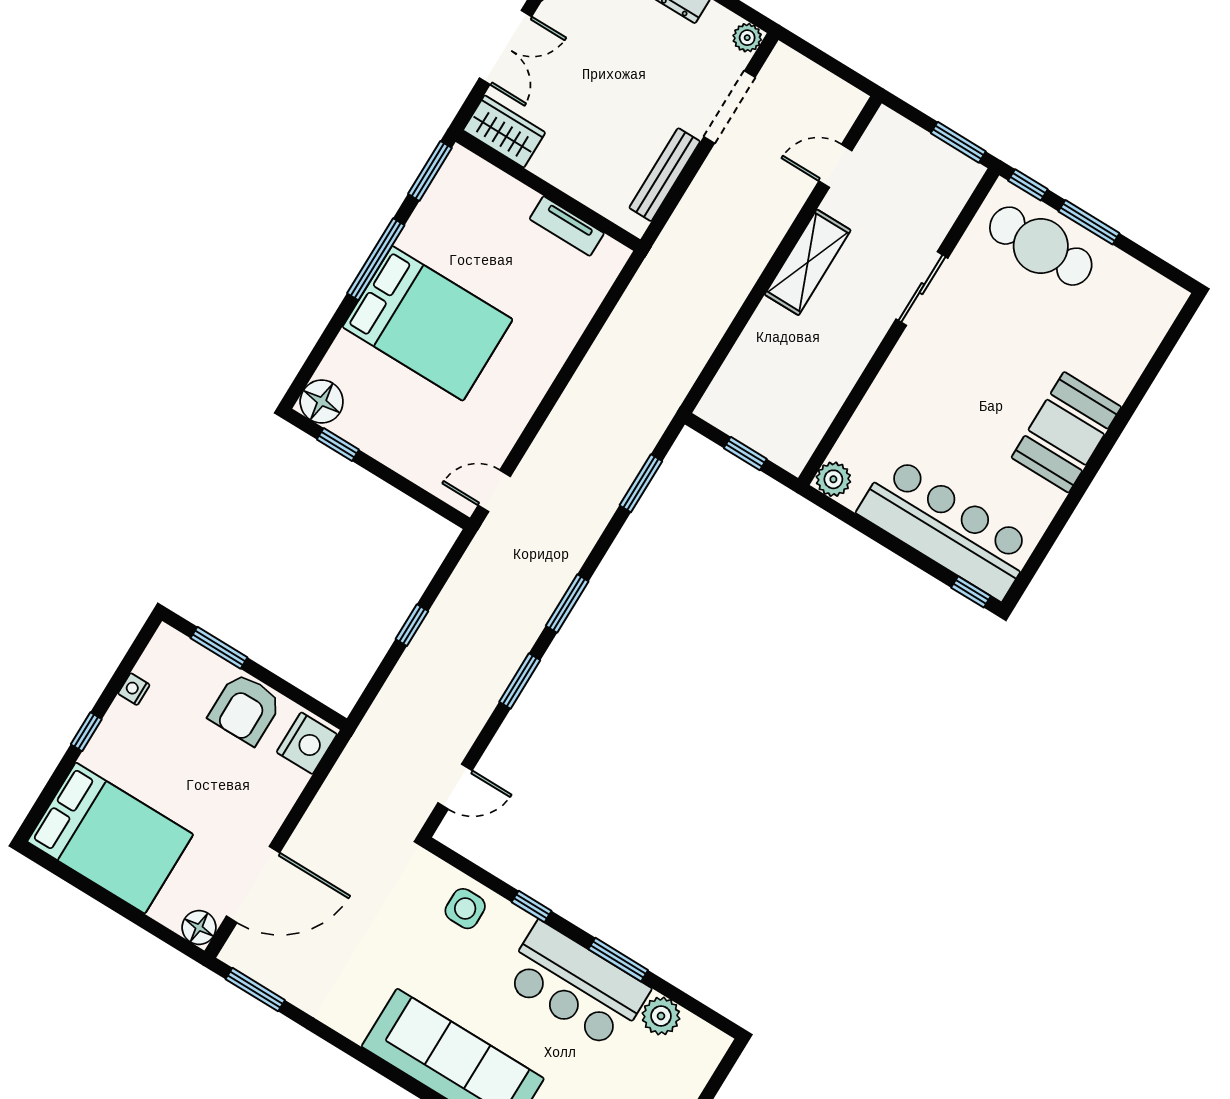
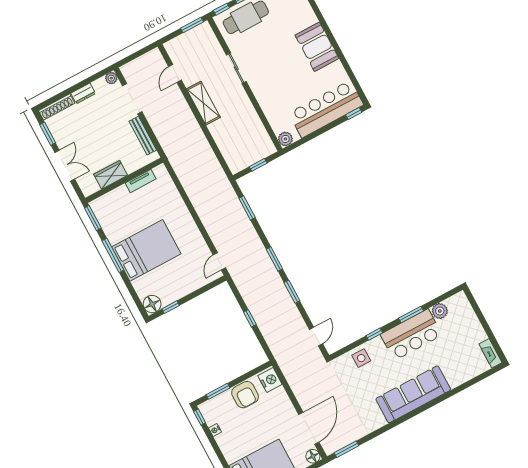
wardrobe: (504, 131) -> (111, 175), moved
window: (86, 732) -> (200, 417), moved

